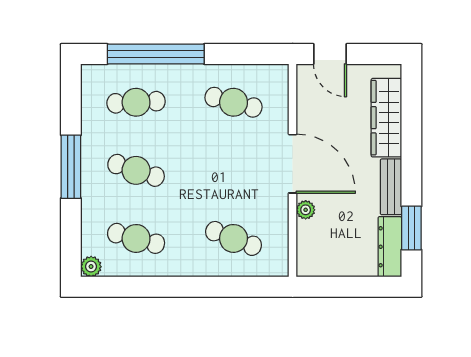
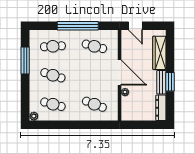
window: (156, 54) -> (78, 26), moved
window: (71, 167) -> (25, 60), moved
window: (411, 228) -> (170, 82), moved

